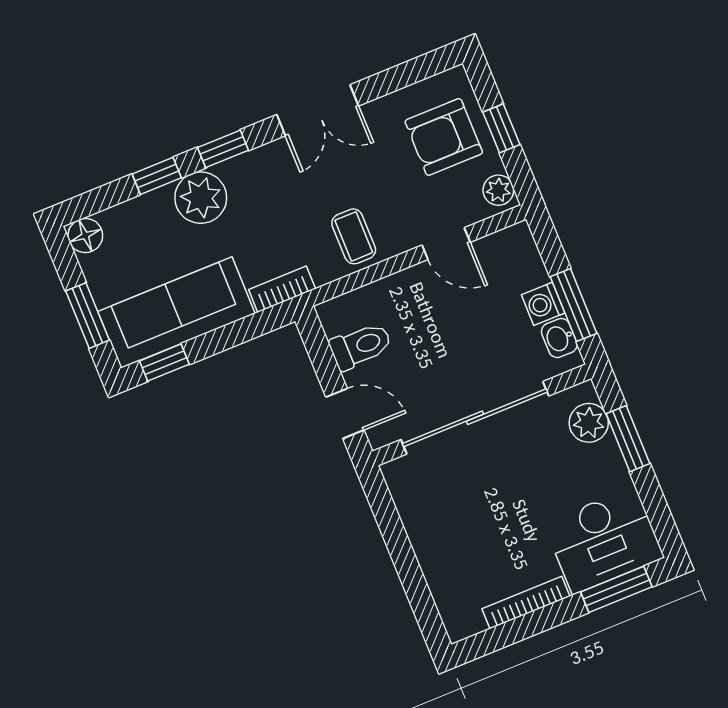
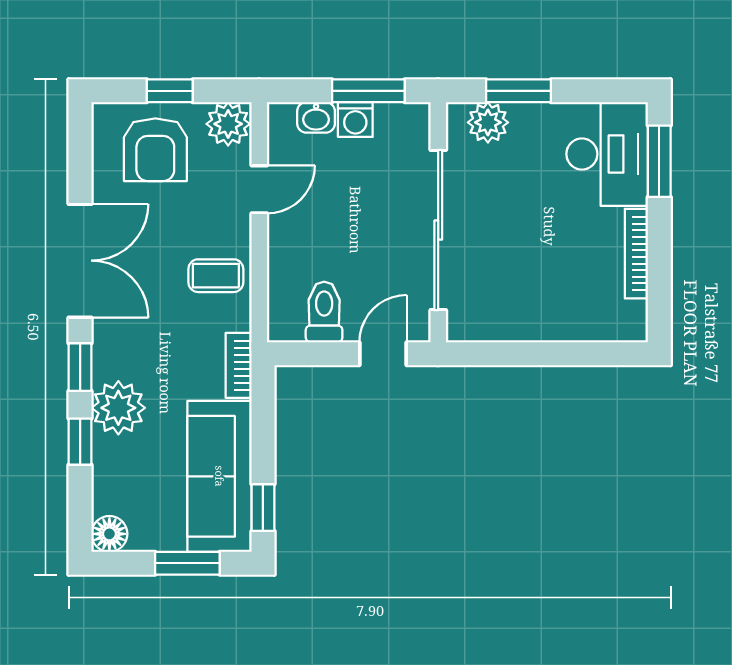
double door: (318, 110) -> (80, 261), width x1.37
plant: (498, 190) -> (228, 124), width x1.38, depth x1.38
washbasin: (559, 338) -> (316, 117), moved

